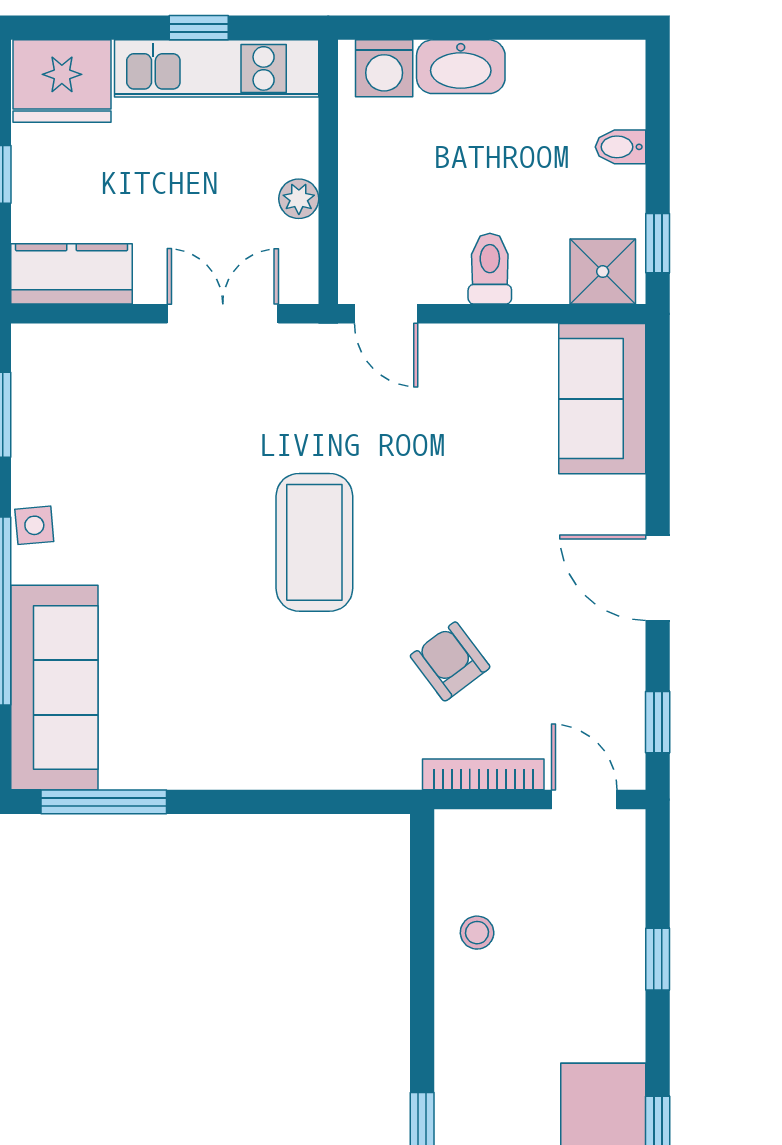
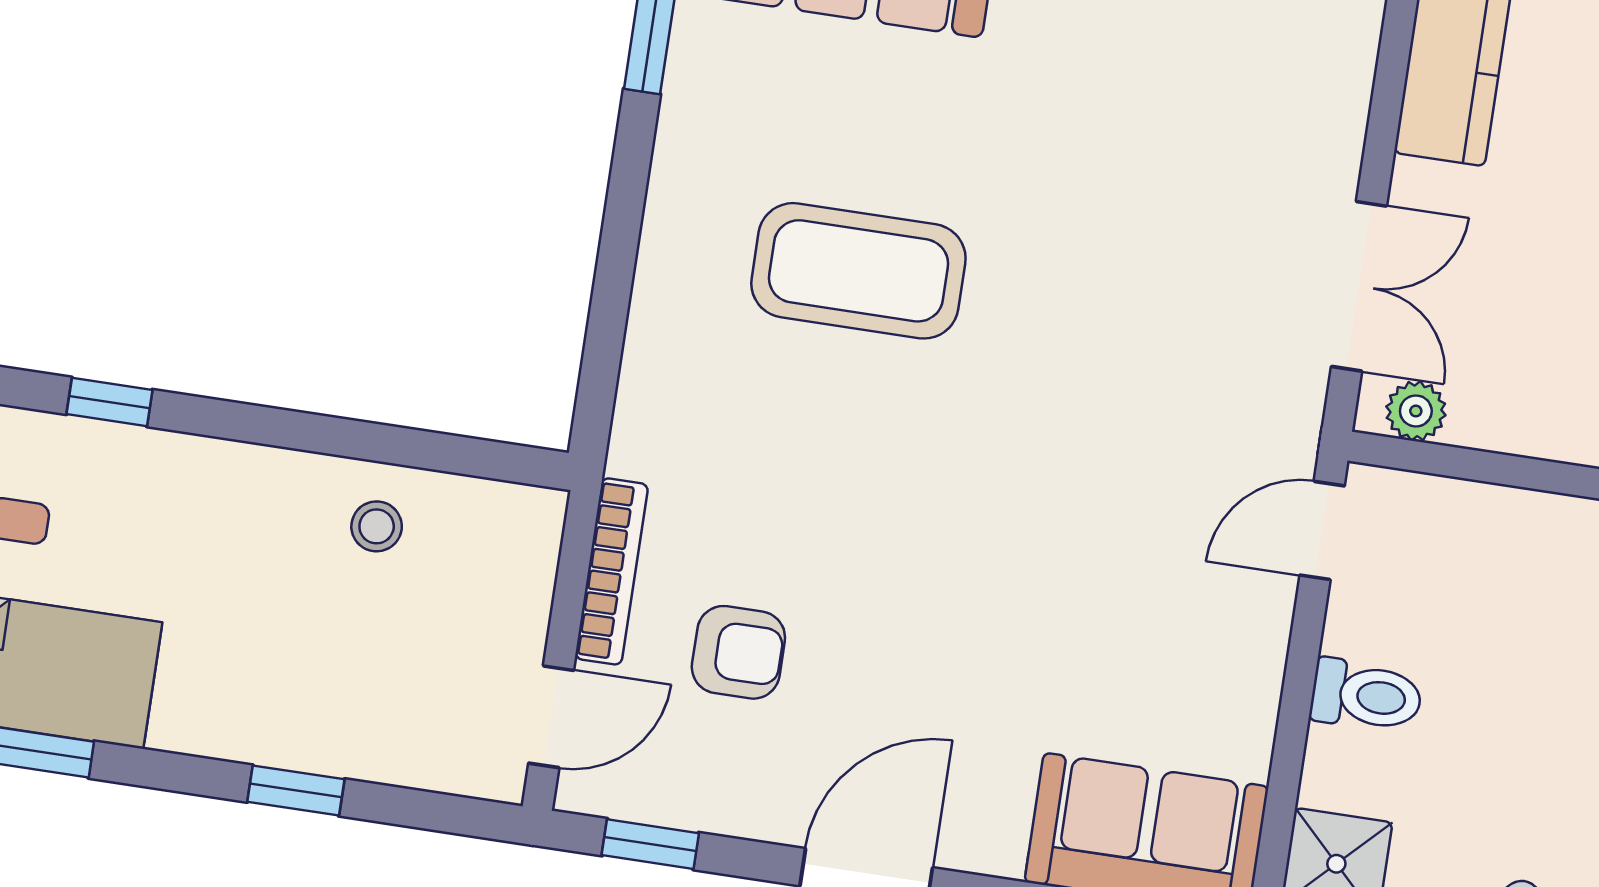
plant: (299, 199) -> (1416, 411), moved
coffee table: (314, 542) -> (858, 271), moved
armchair: (450, 661) -> (738, 652), moved, turned 37

